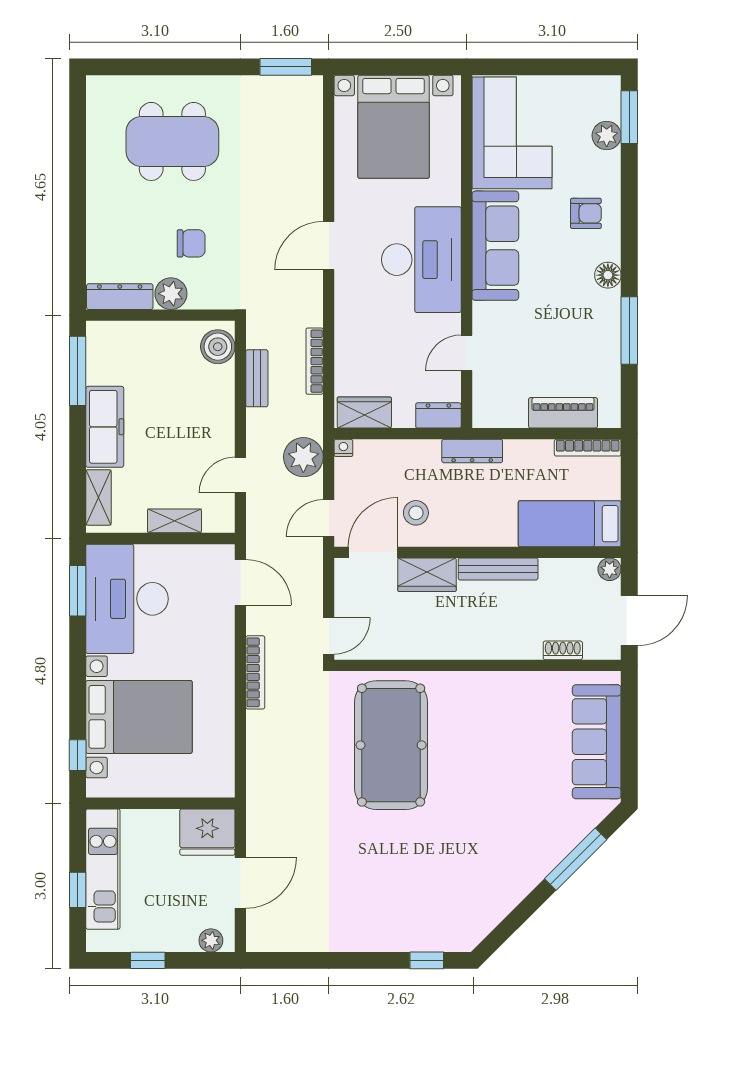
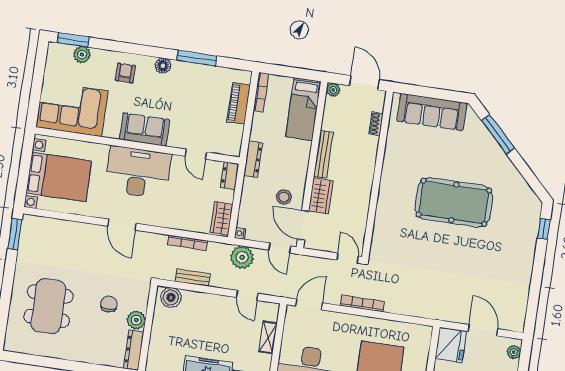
sofa: (495, 246) -> (145, 130), width x0.73
pool table: (391, 745) -> (454, 202), moved

